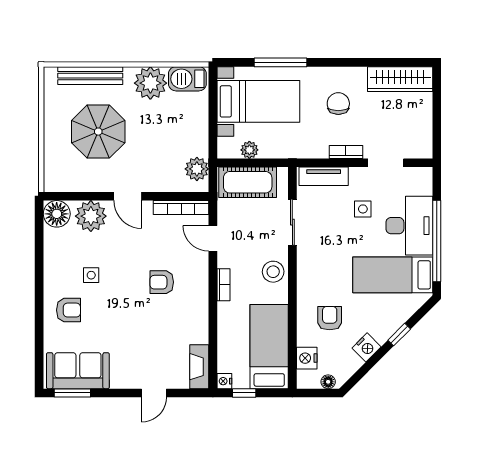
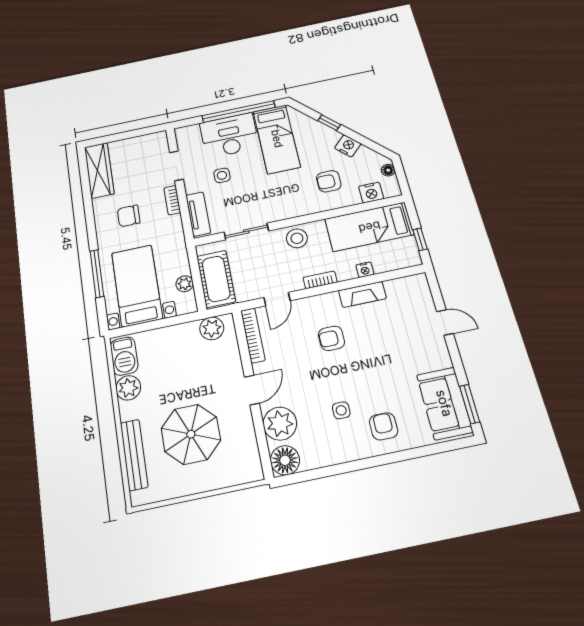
plant: (150, 83) -> (128, 388), width x0.73, depth x0.73
armchair: (162, 282) -> (331, 338), turned 90
fireplace: (199, 367) -> (362, 294), moved
nightstand: (224, 381) -> (365, 270), moved

